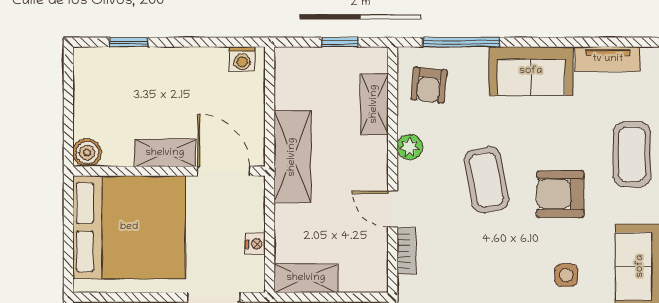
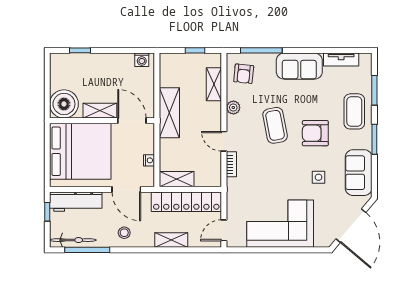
boiler: (87, 153) -> (64, 104), width x1.86, depth x1.86

